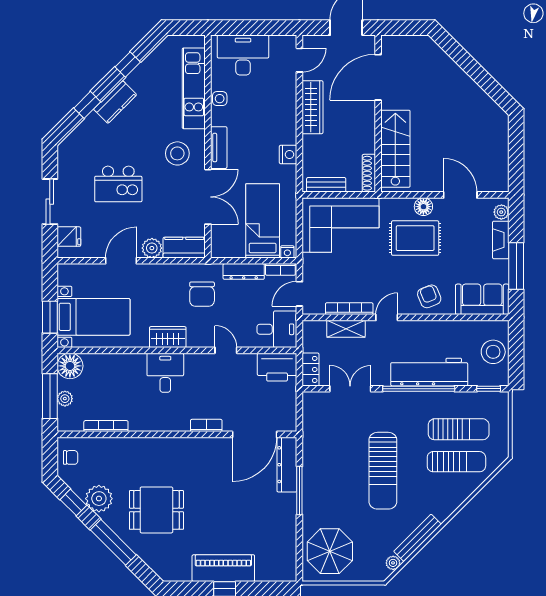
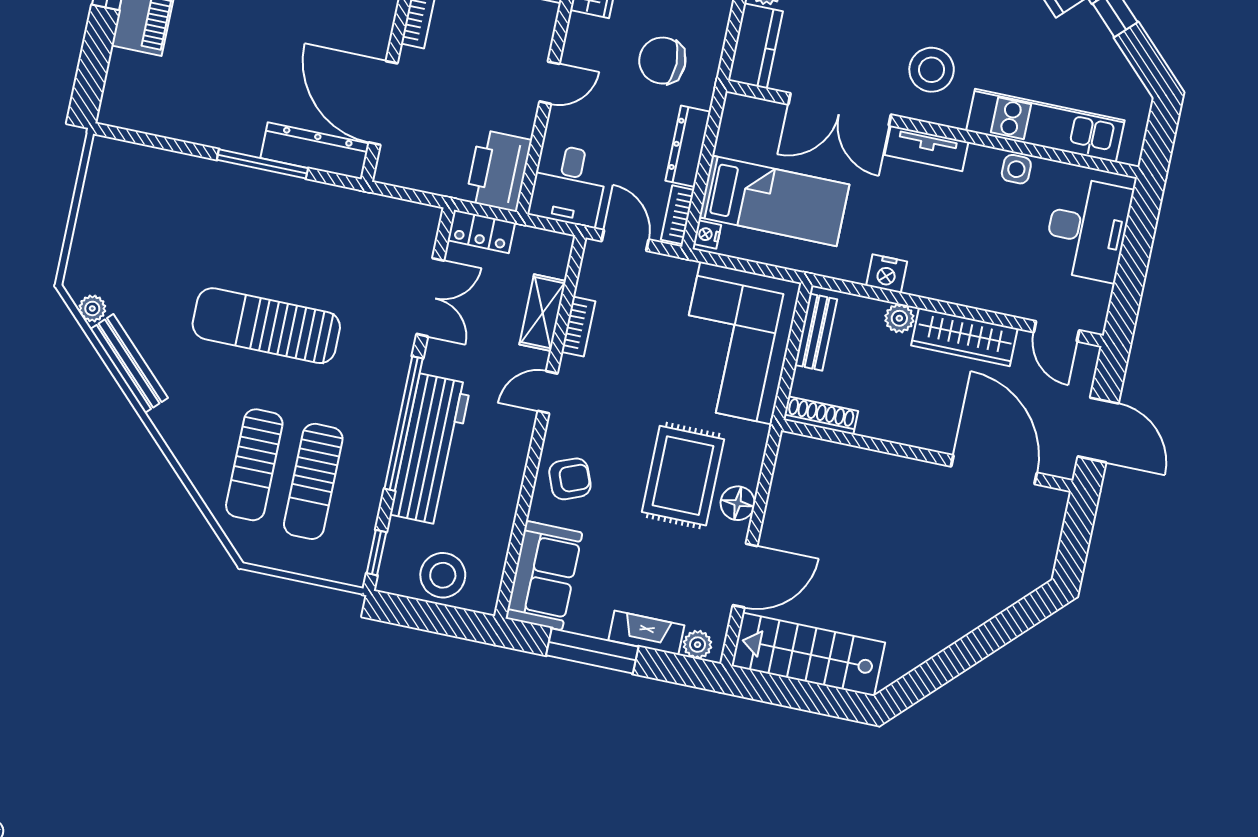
plant: (310, 143) -> (899, 318), added
stairs: (395, 149) -> (808, 654), moved, turned 180
bookcase: (349, 309) -> (578, 327), width x0.64
door: (387, 317) -> (548, 392), swing flipped
parasol: (330, 551) -> (138, 196), removed

